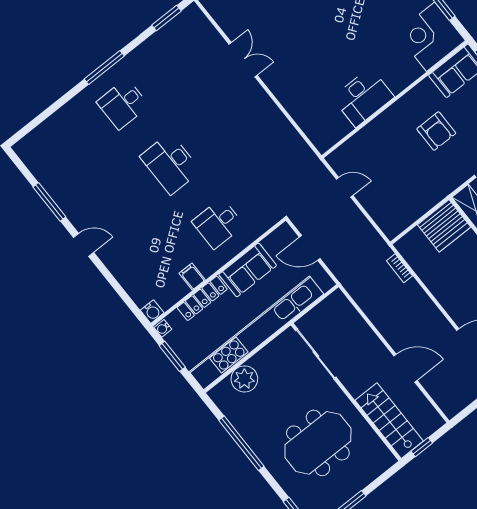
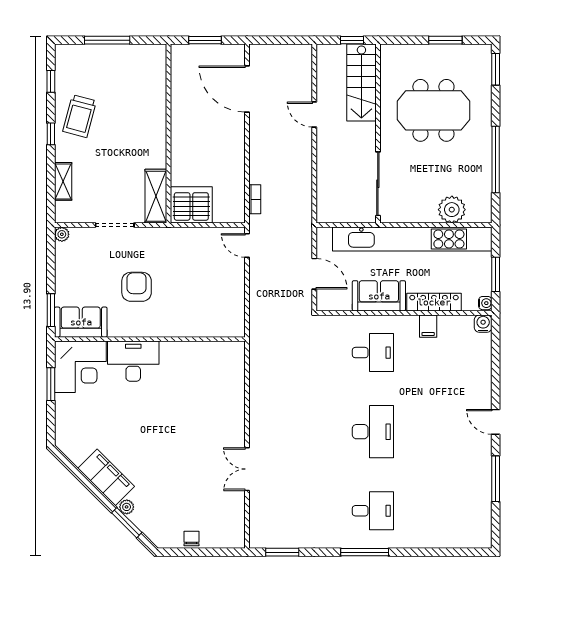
desk: (363, 97) -> (133, 361), moved
door: (345, 187) -> (247, 245), moved
door: (405, 368) -> (314, 115), width x0.73

